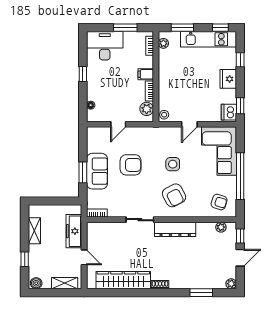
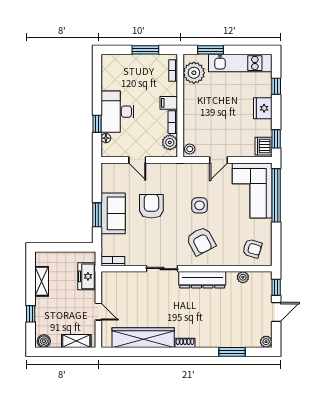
window: (220, 28) -> (254, 50), removed
plant: (163, 43) -> (194, 73), width x1.87, depth x1.87
desk: (105, 46) -> (118, 112), moved, turned -90
window: (83, 74) -> (97, 124), moved
door: (118, 124) -> (137, 160), hinge flipped
armchair: (131, 165) -> (151, 206), turned -90
window: (240, 176) -> (276, 195), moved
plant: (221, 227) -> (243, 277), moved
freezer: (74, 231) -> (87, 276), width x0.71

